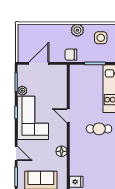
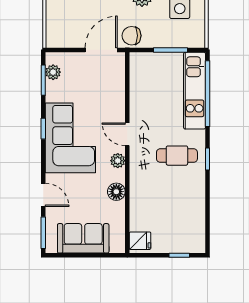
door: (39, 63) -> (101, 50), moved
plant: (22, 91) -> (53, 72), moved
plant: (62, 132) -> (118, 161), added

